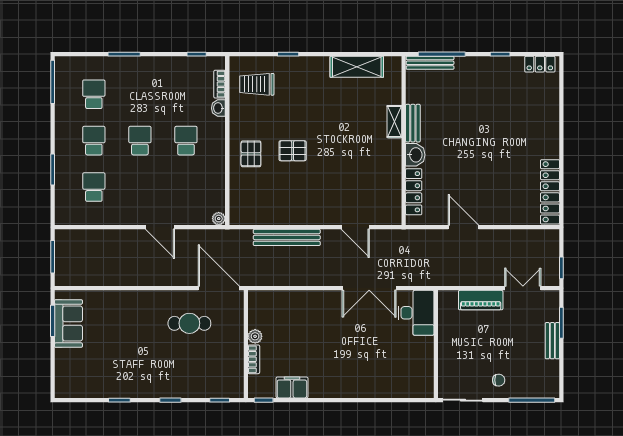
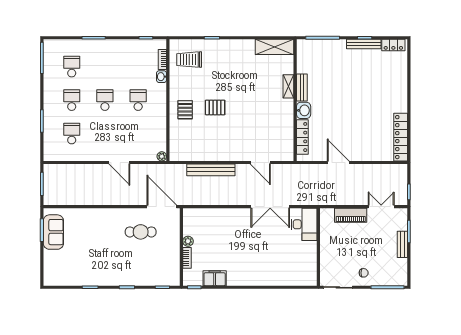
bench: (430, 63) -> (364, 44), moved
shelving: (357, 67) -> (274, 47), moved

